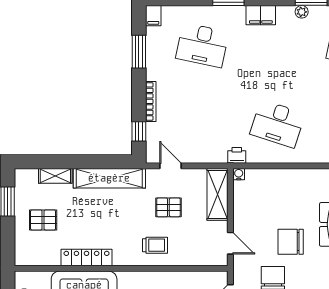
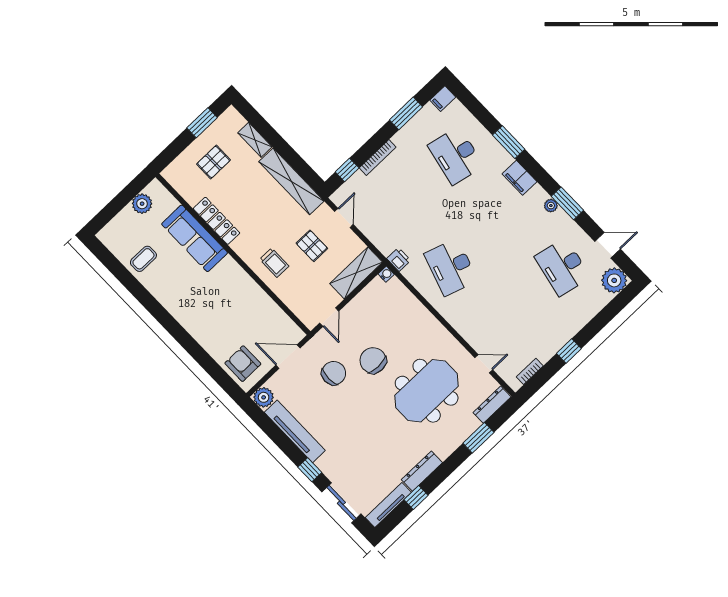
pallet: (43, 220) -> (214, 162), turned 90

